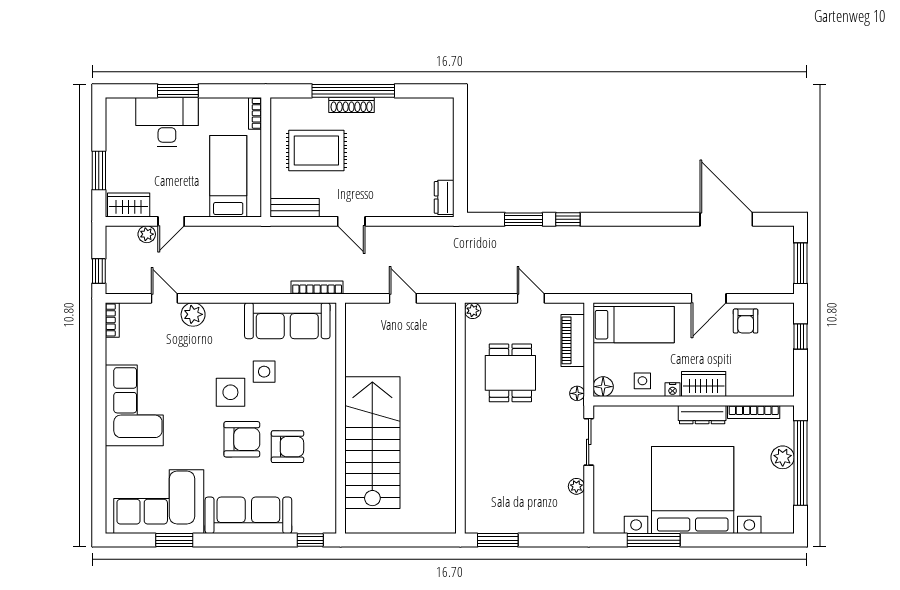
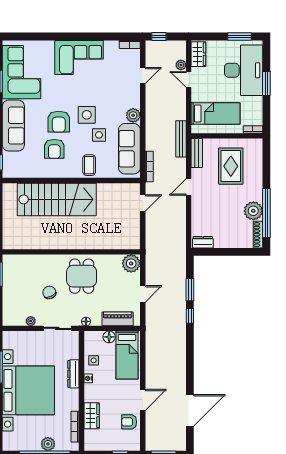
window: (353, 91) -> (266, 213), moved
shoe rack: (351, 105) -> (258, 235), moved
plant: (391, 113) -> (253, 211), added
desk: (167, 122) -> (244, 70), width x1.36, depth x1.30
window: (99, 170) -> (239, 36), moved
bench: (271, 234) -> (181, 139), added
door: (403, 298) -> (143, 203), moved
door: (709, 298) -> (143, 400), swing flipped
plant: (473, 311) -> (131, 263), width x1.88, depth x1.88
plant: (193, 314) -> (133, 115), moved
dining table: (510, 373) -> (82, 276), moved, turned 90
wardrobe: (704, 384) -> (92, 416), moved
floor lamp: (603, 387) -> (109, 337), moved
coffee table: (315, 388) -> (89, 165), added
dresser: (702, 415) -> (73, 374), moved
chair: (528, 455) -> (49, 292), added

